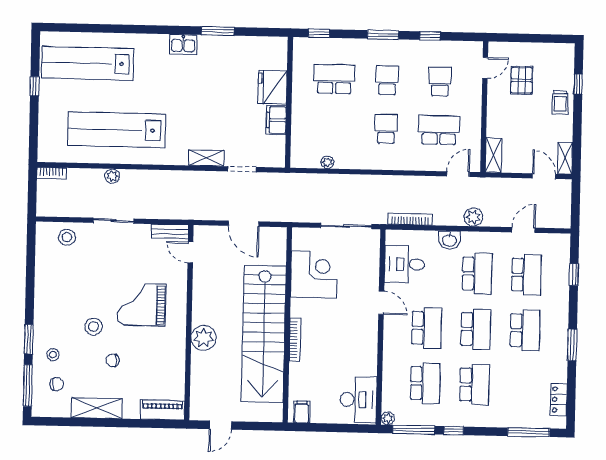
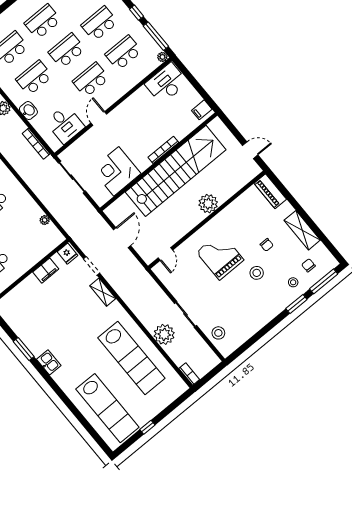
fridge: (272, 87) -> (68, 254), moved, width x0.53, depth x0.75
plant: (112, 176) -> (164, 334), width x1.87, depth x1.87
bench: (170, 232) -> (163, 276), removed
grand piano: (141, 305) -> (220, 256), turned 180

